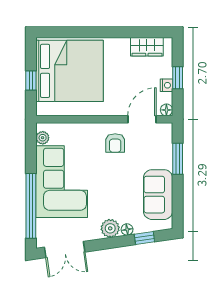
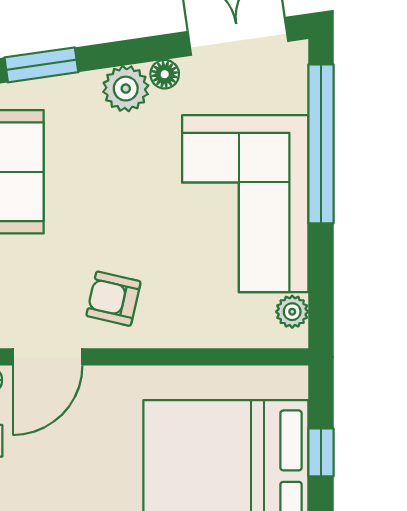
armchair: (115, 143) -> (114, 299), turned -77
floor lamp: (127, 229) -> (165, 74), moved
window: (144, 238) -> (41, 65), width x1.50

